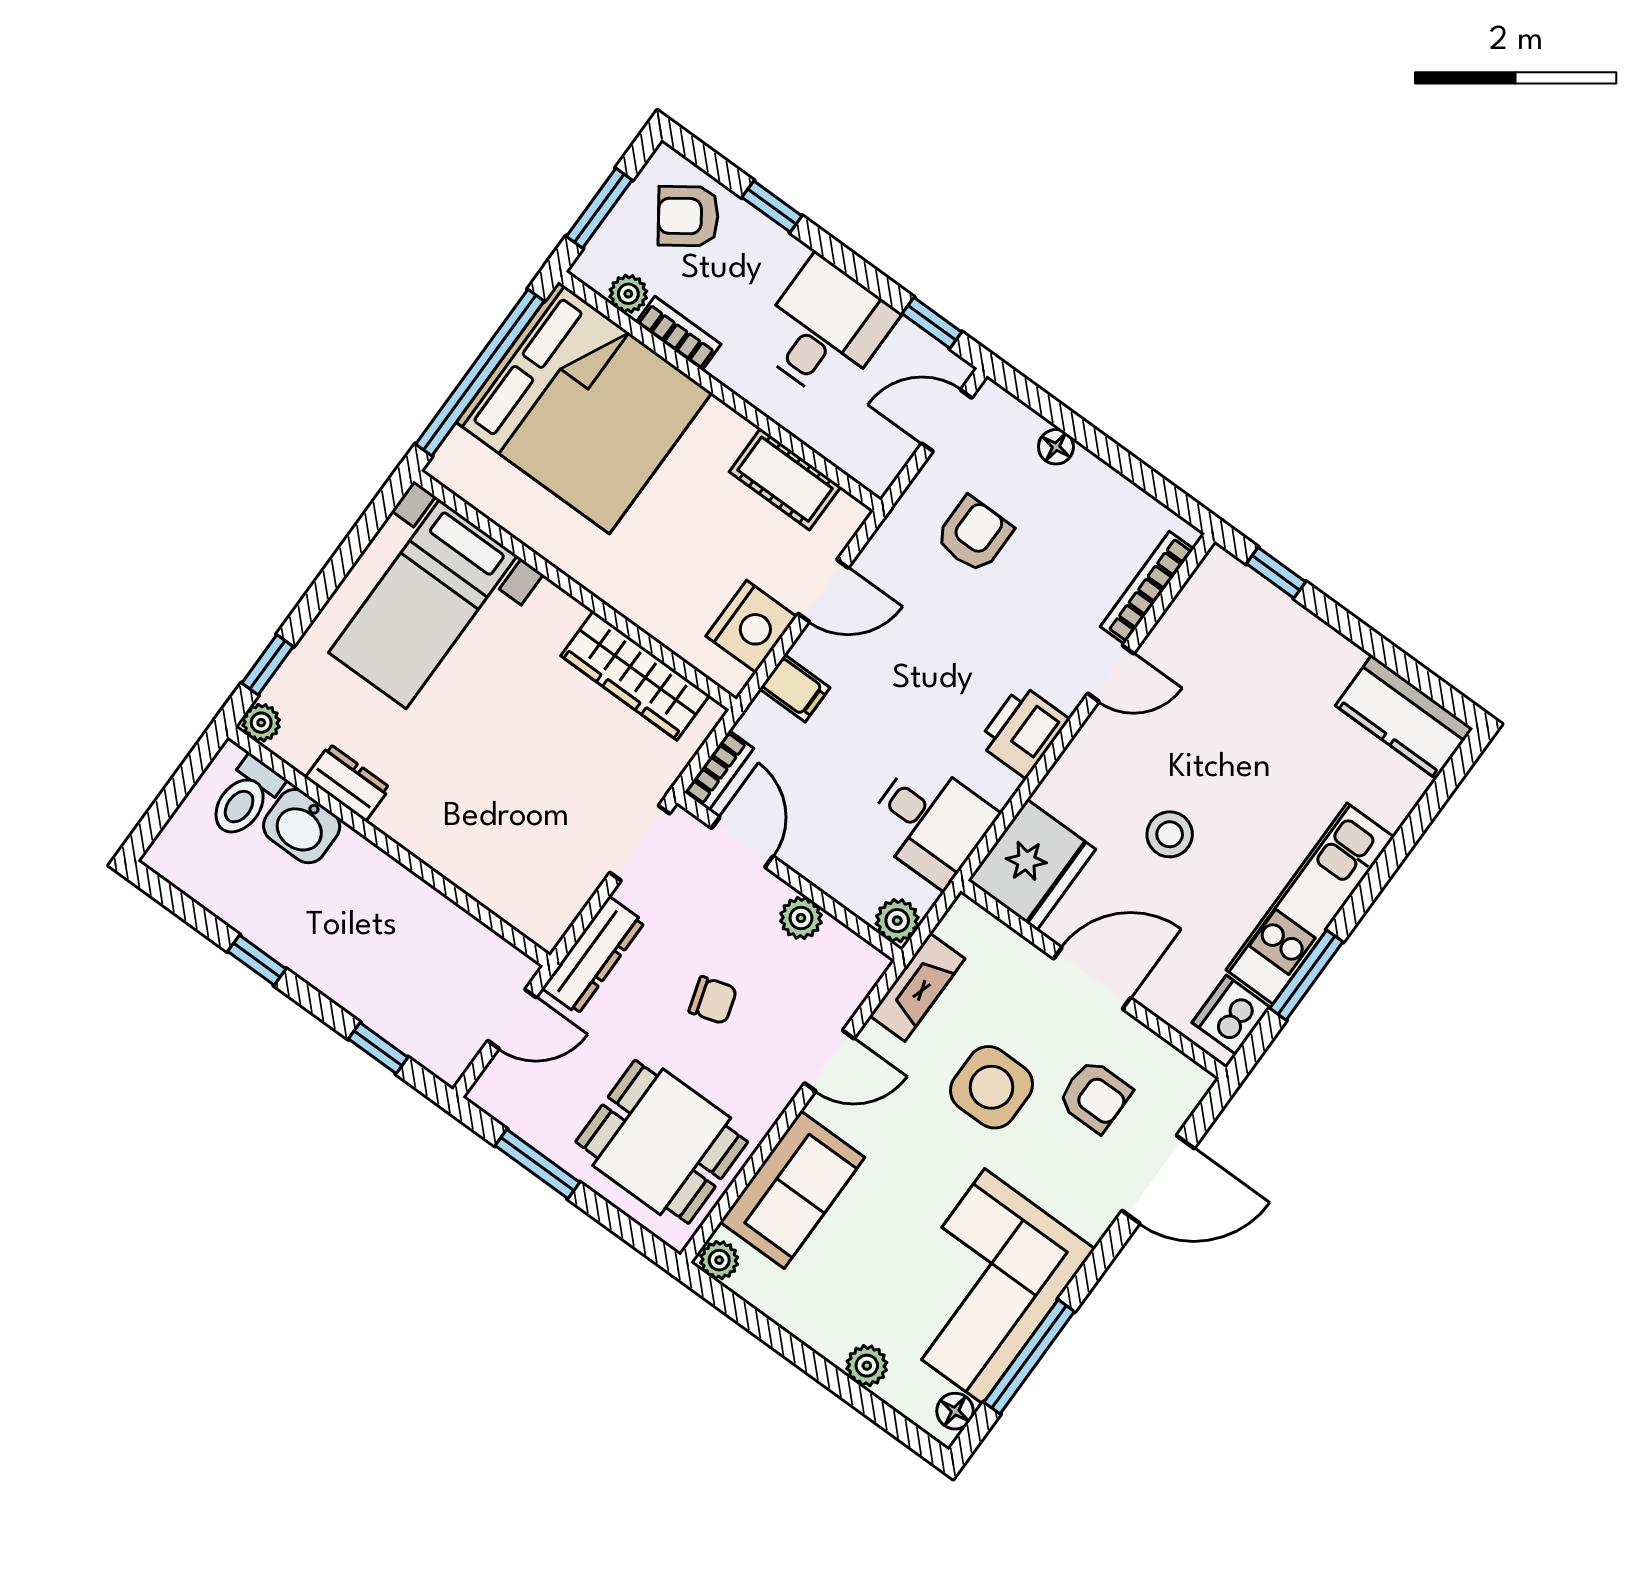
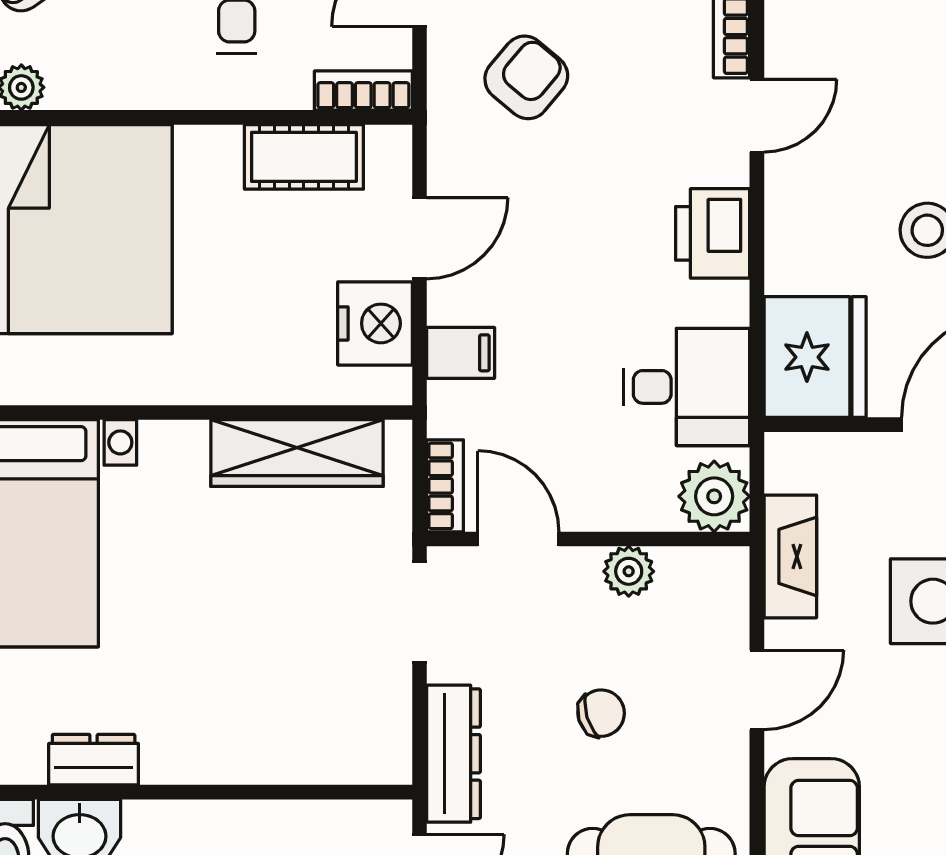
bookcase: (678, 333) -> (363, 91), moved
armchair: (974, 535) -> (526, 77), turned 40
plant: (897, 921) -> (714, 496), width x1.38, depth x1.38

